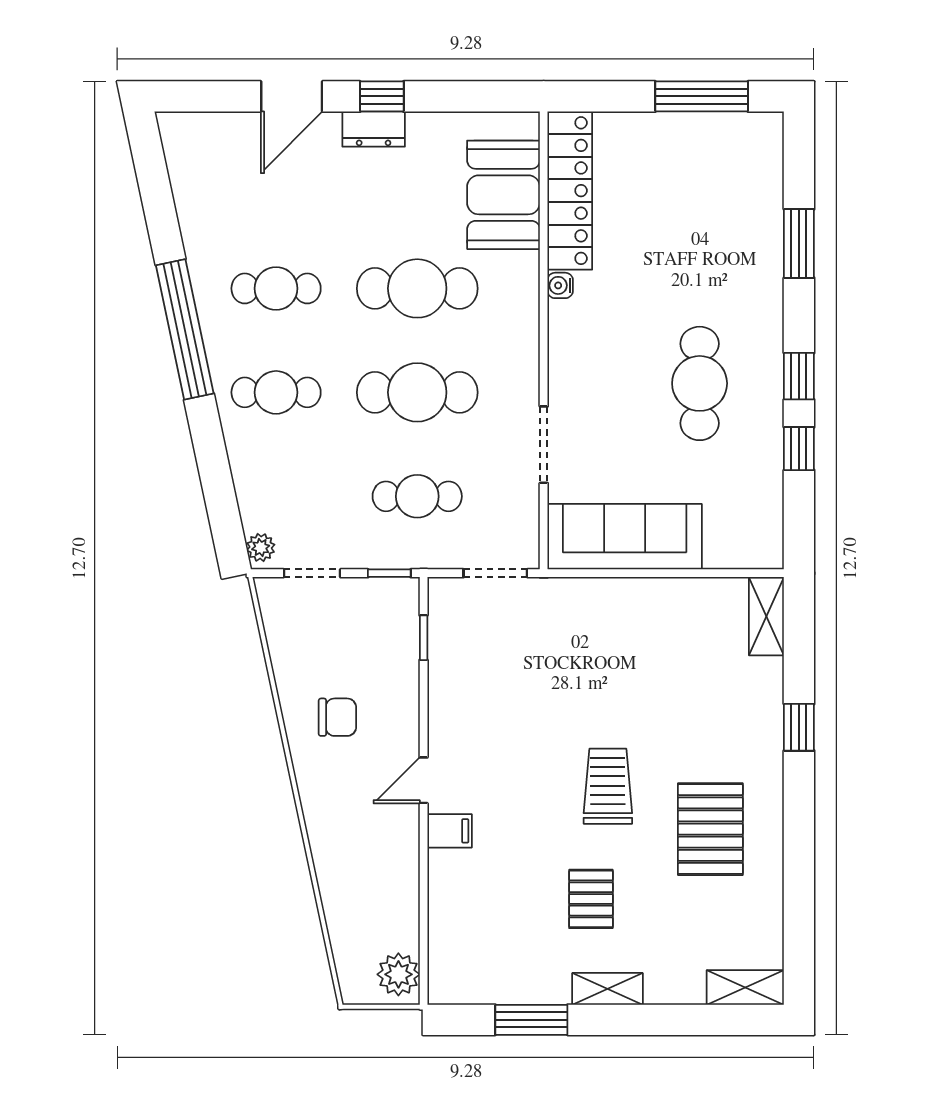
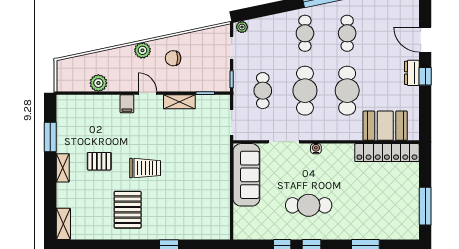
water cooler: (560, 285) -> (316, 149), moved
shelving: (766, 616) -> (179, 102), moved
chair: (337, 717) -> (173, 58), turned 90
plant: (318, 793) -> (142, 50), added
pallet: (710, 829) -> (128, 210), turned 90
plant: (398, 974) -> (98, 83), moved

